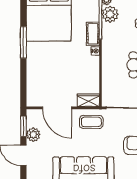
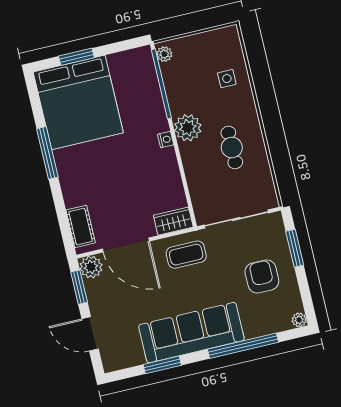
plant: (110, 14) -> (188, 128), moved
cot: (93, 34) -> (81, 226), moved
plant: (33, 135) -> (91, 267), moved

